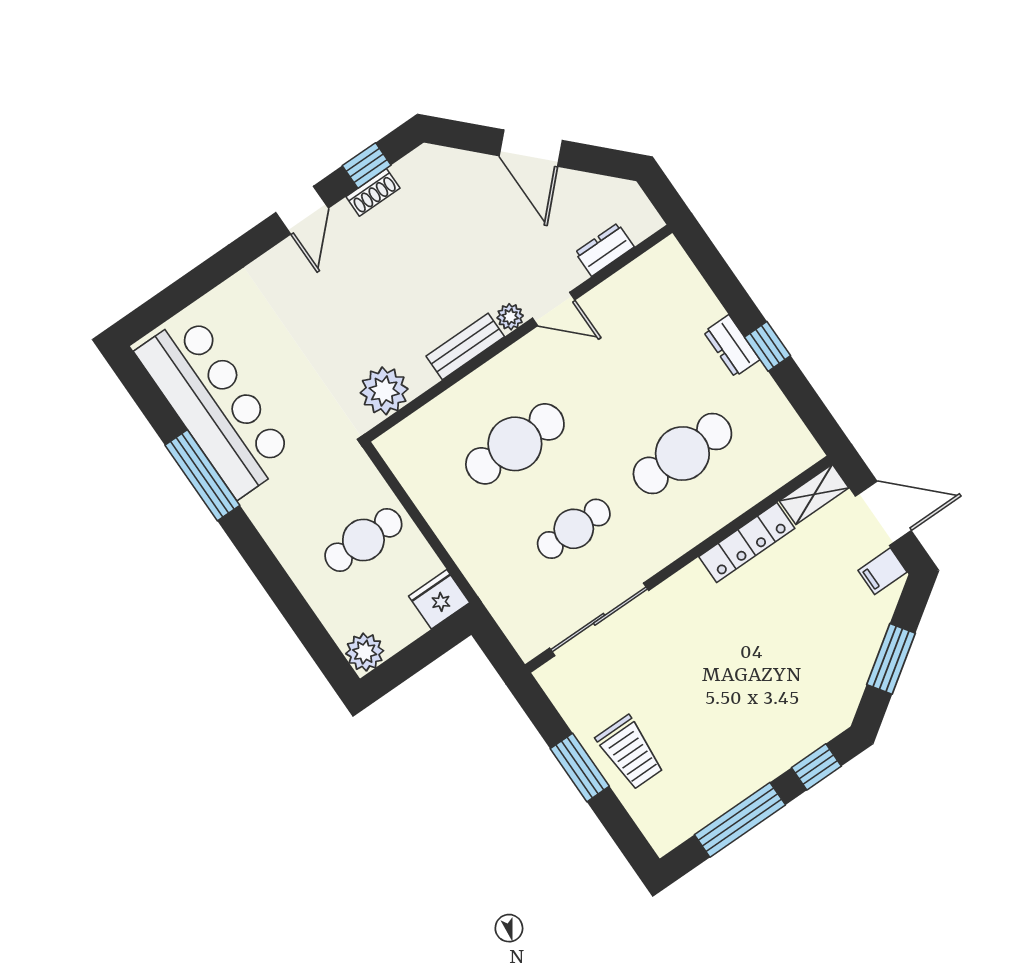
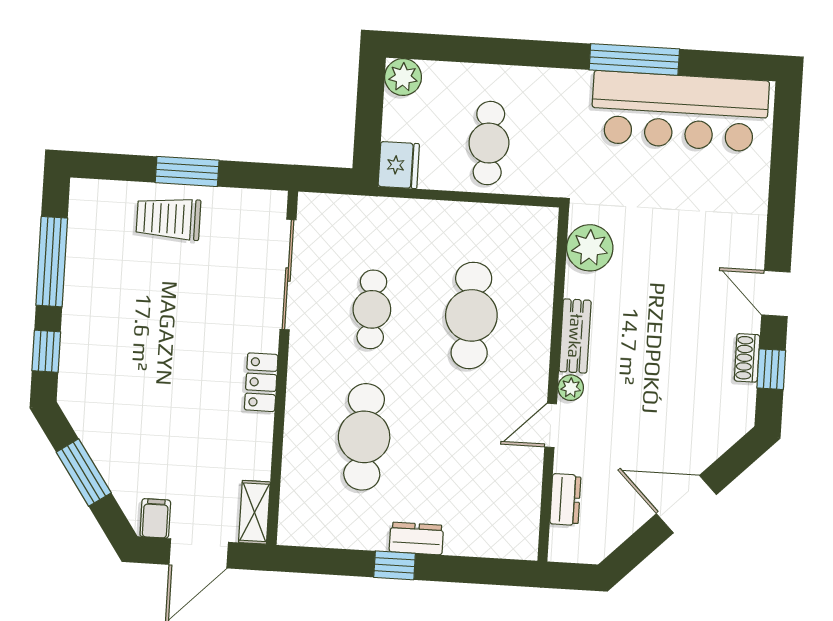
locker: (747, 543) -> (261, 382), moved, width x0.66

